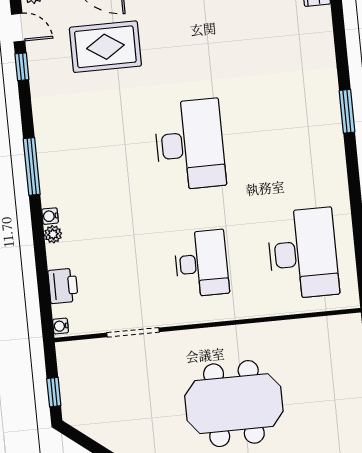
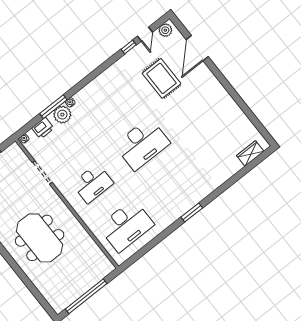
window: (347, 111) -> (192, 213), moved
window: (32, 166) -> (53, 107), moved
plant: (53, 234) -> (62, 115), width x1.87, depth x1.87

